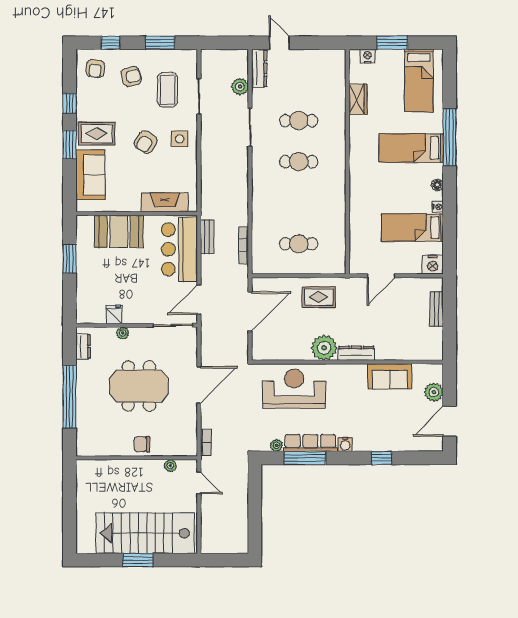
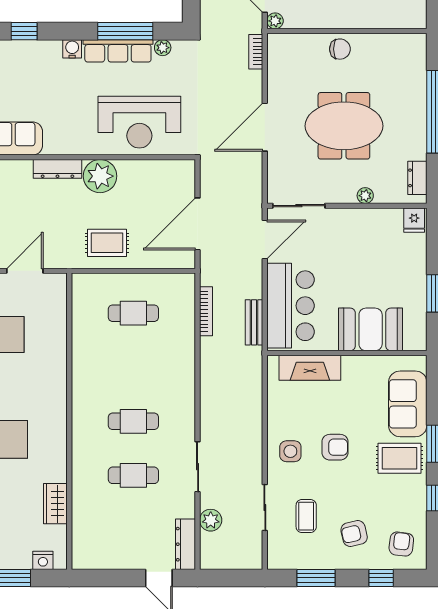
coffee table: (168, 90) -> (306, 516), width x0.73, depth x0.77
armchair: (146, 142) -> (335, 447), turned 58
fridge: (114, 314) -> (414, 220), moved
plant: (170, 466) -> (275, 21), moved

